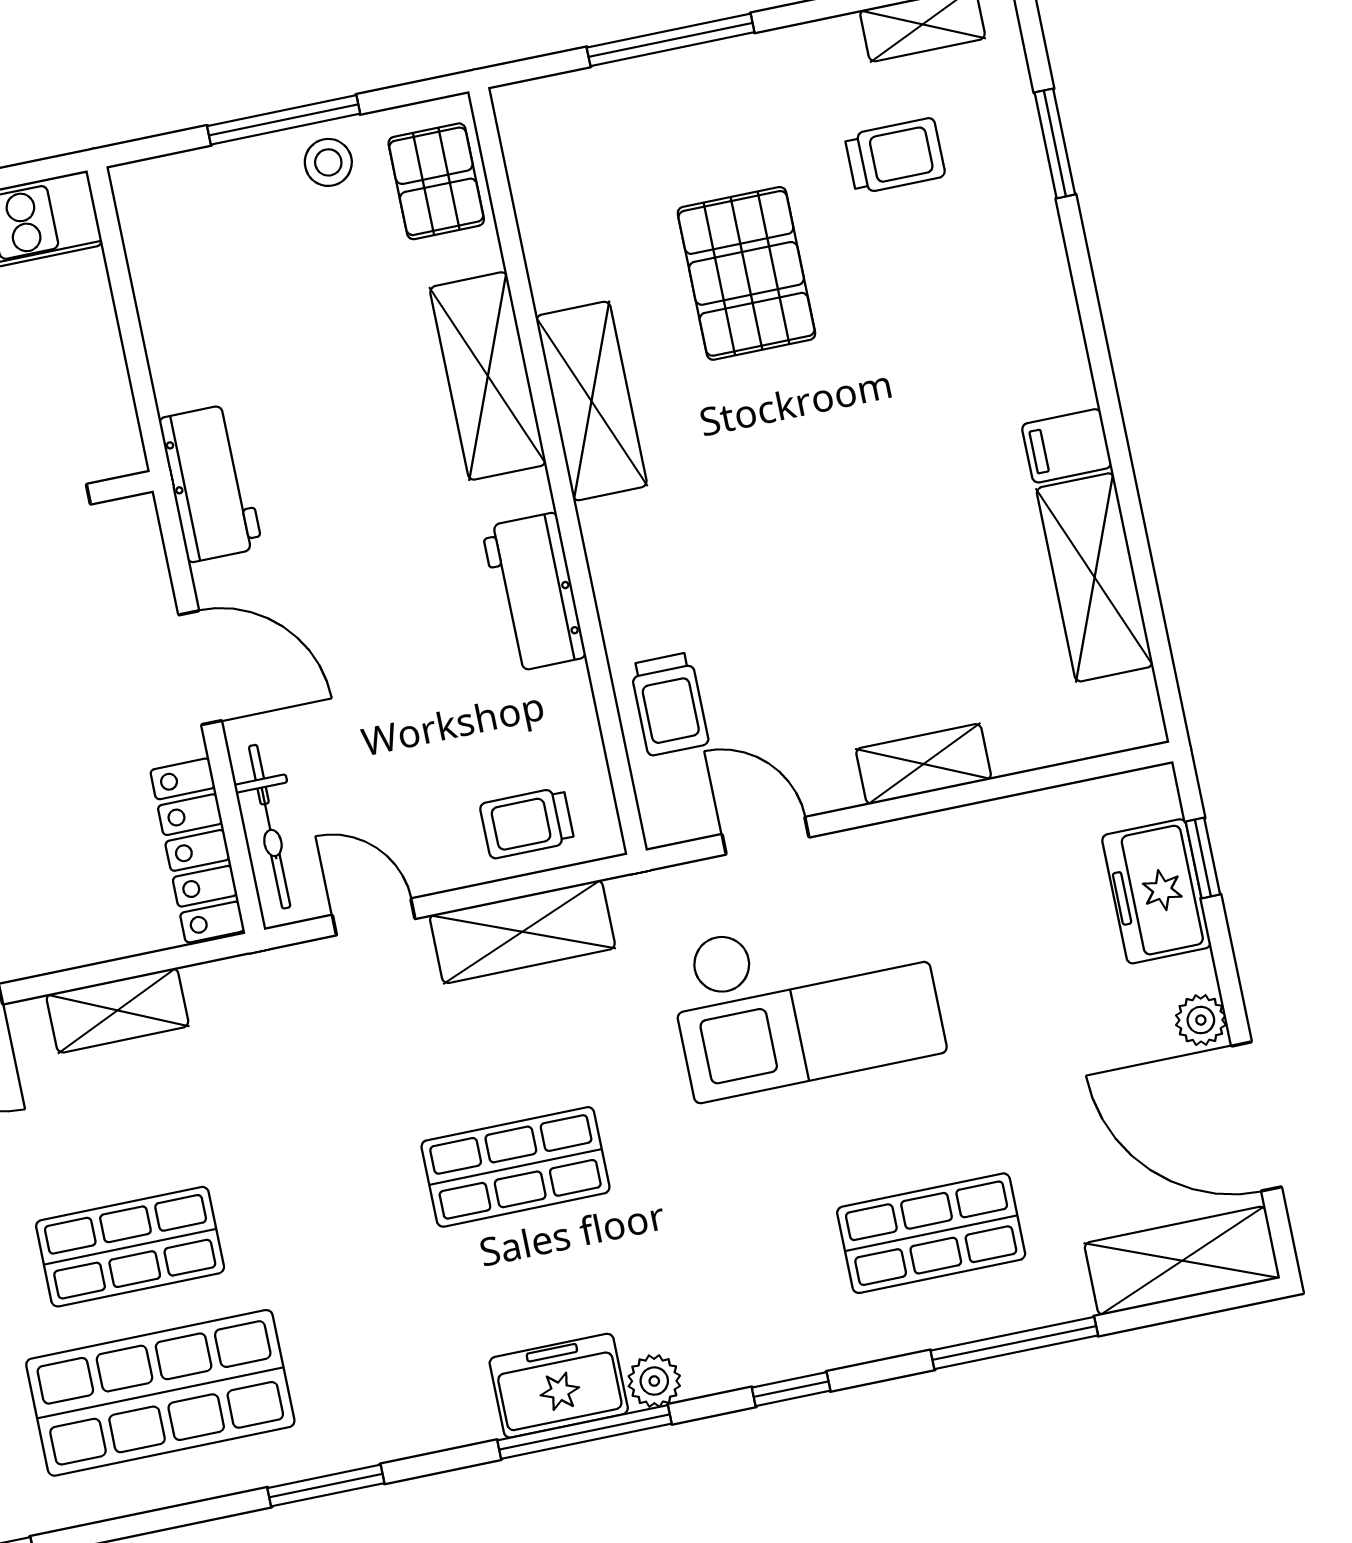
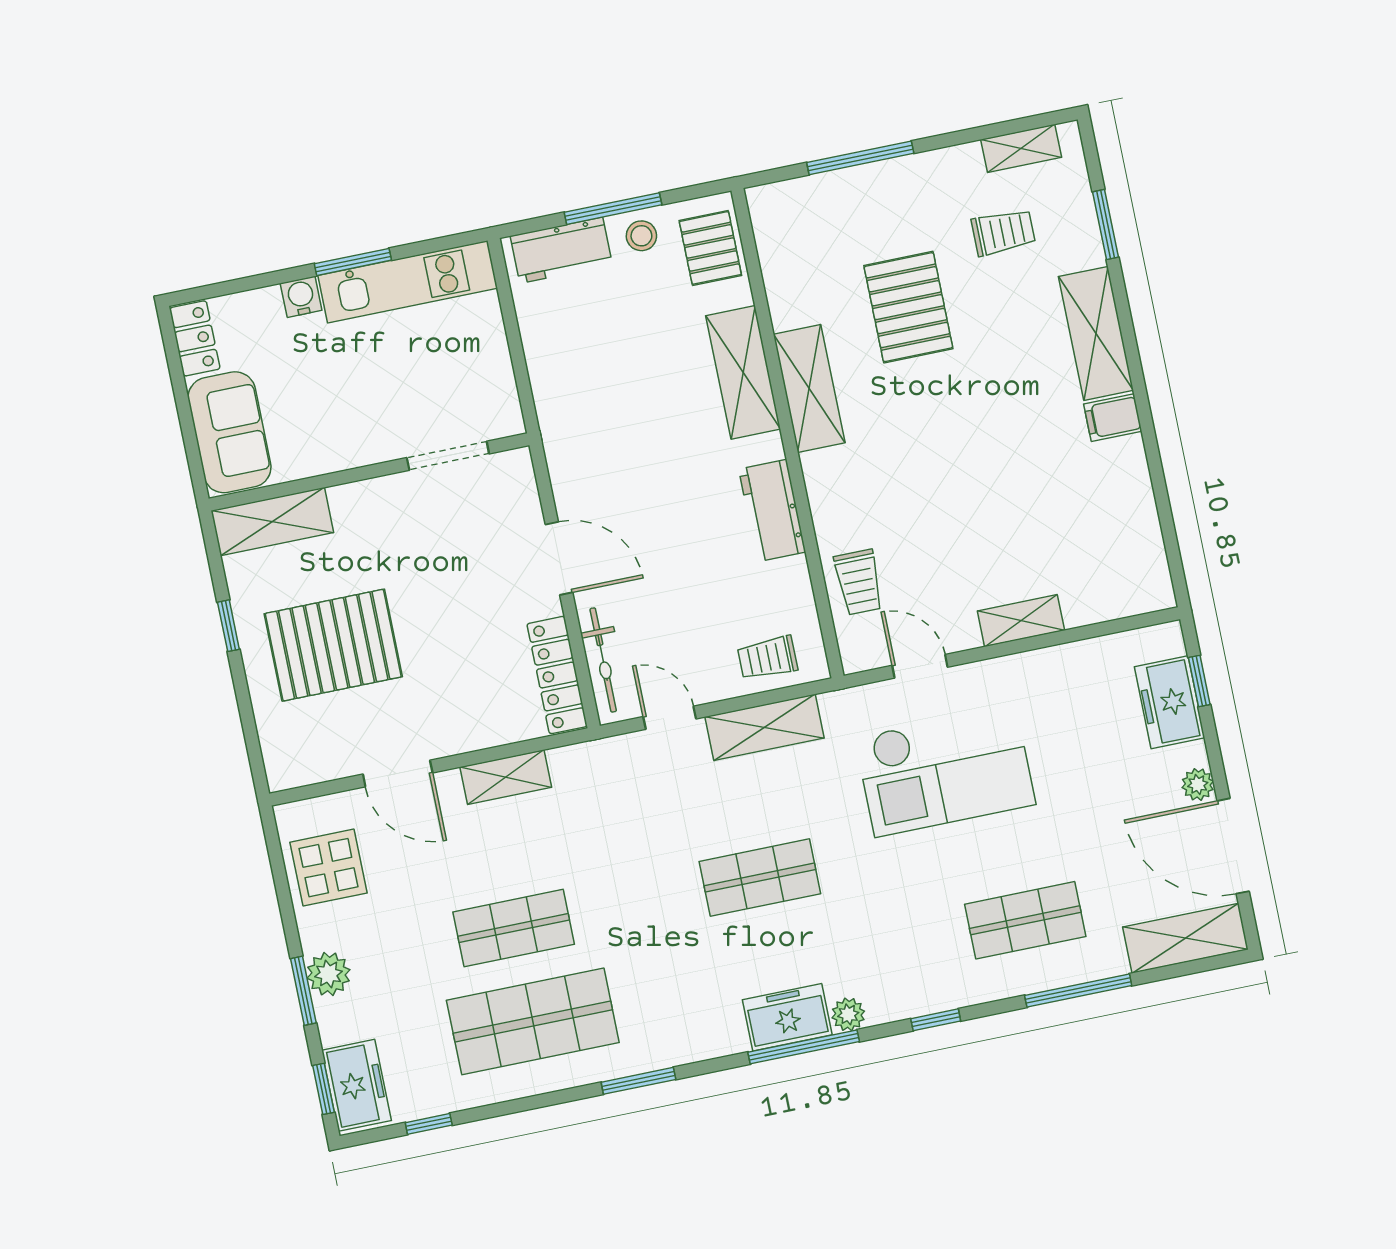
workbench: (211, 483) -> (561, 250), moved, turned 90
shelving: (1095, 577) -> (1096, 333), moved

